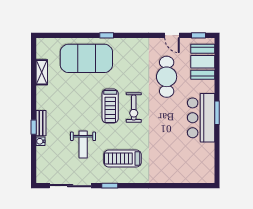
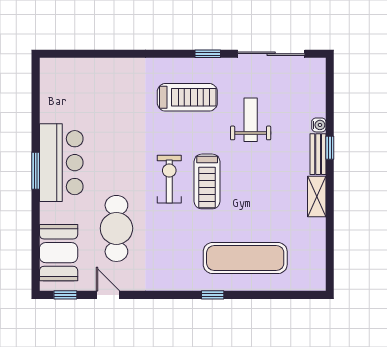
exercise mat: (86, 58) -> (245, 258), width x0.68
shelving: (42, 72) -> (317, 196), moved
treadmill: (110, 106) -> (207, 181), turned 180

